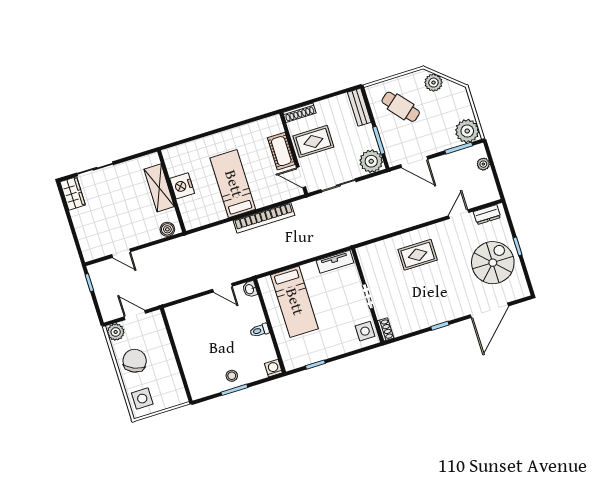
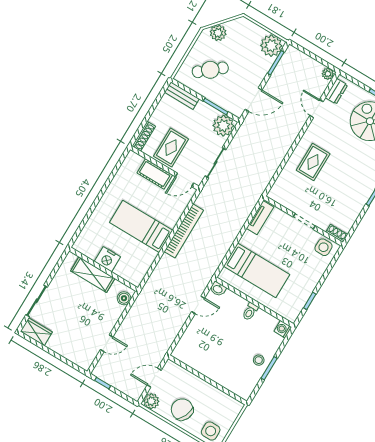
plant: (483, 164) -> (328, 74), moved

